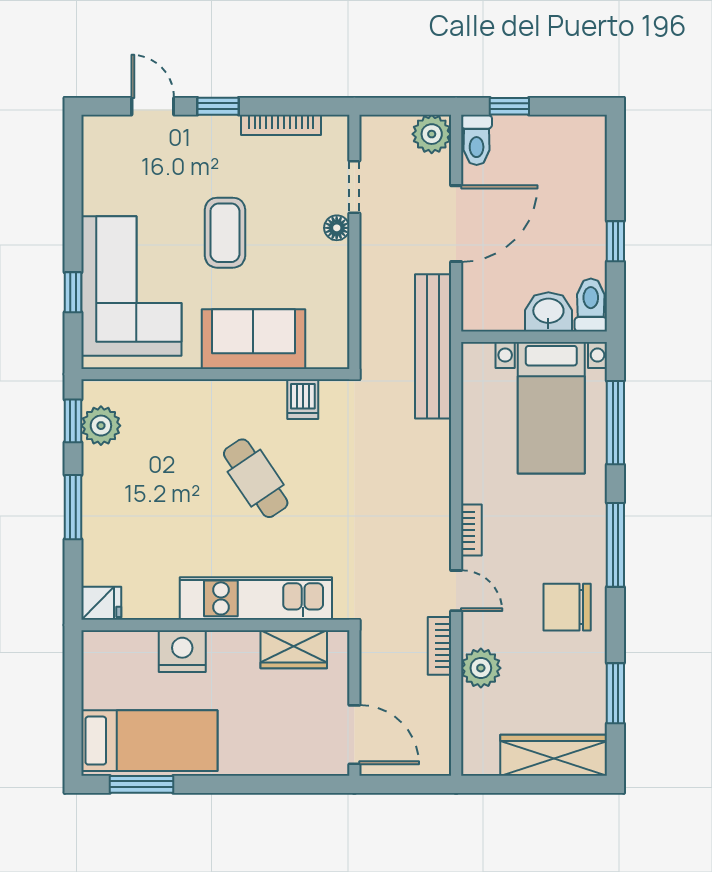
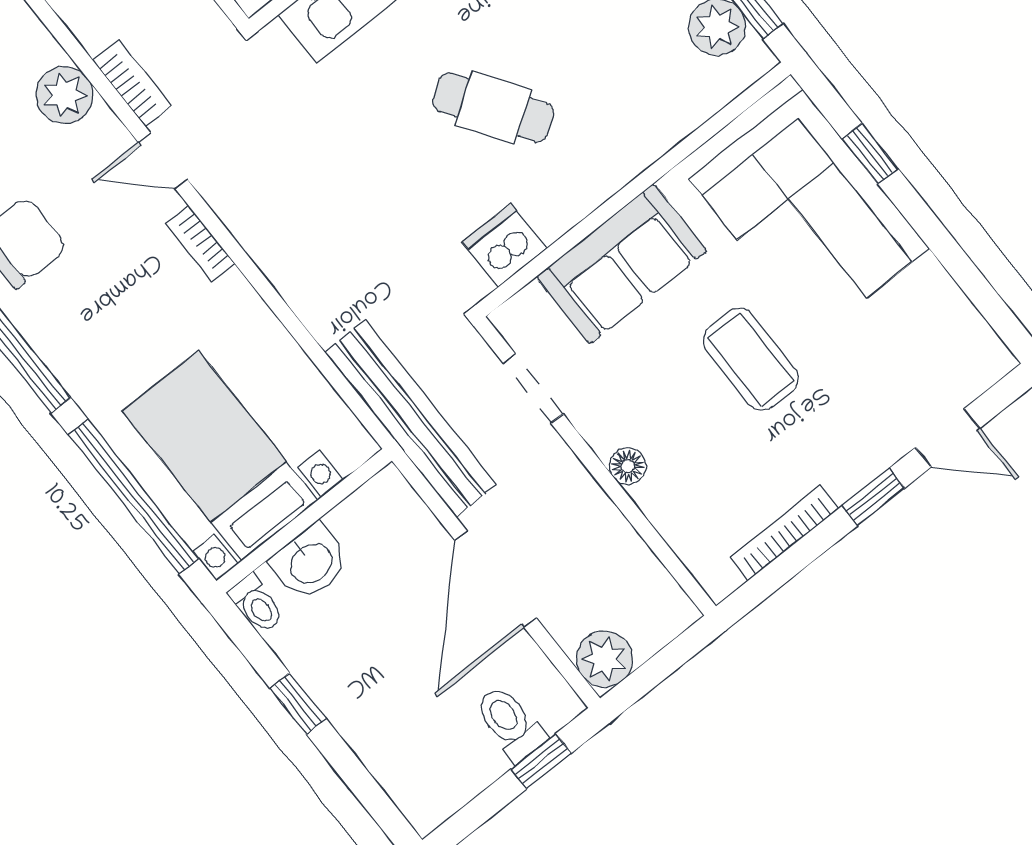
toilet: (477, 140) -> (510, 723), moved
doorway: (354, 187) -> (533, 388), moved
toilet: (591, 305) -> (257, 604), width x0.73, depth x0.72
dishwasher: (303, 399) -> (505, 245), width x1.38
window: (615, 423) -> (134, 497), width x1.46

